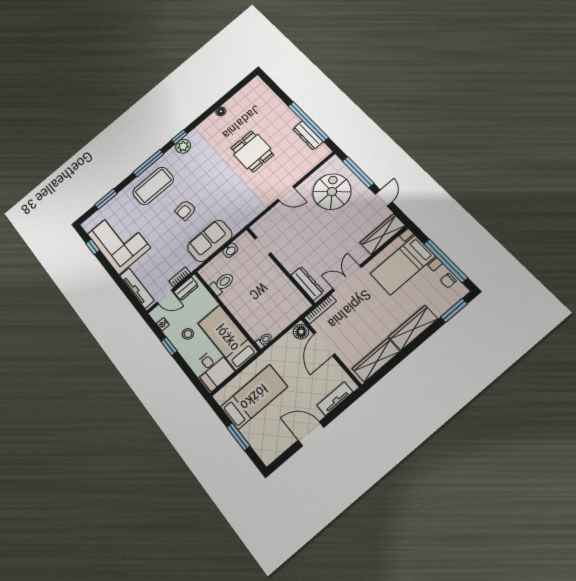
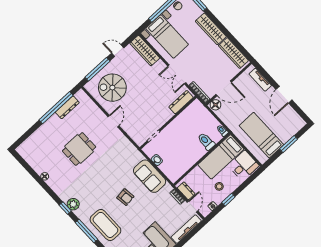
toilet: (222, 283) -> (206, 141), moved

